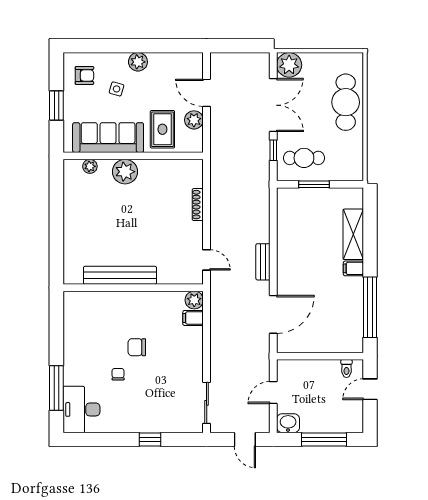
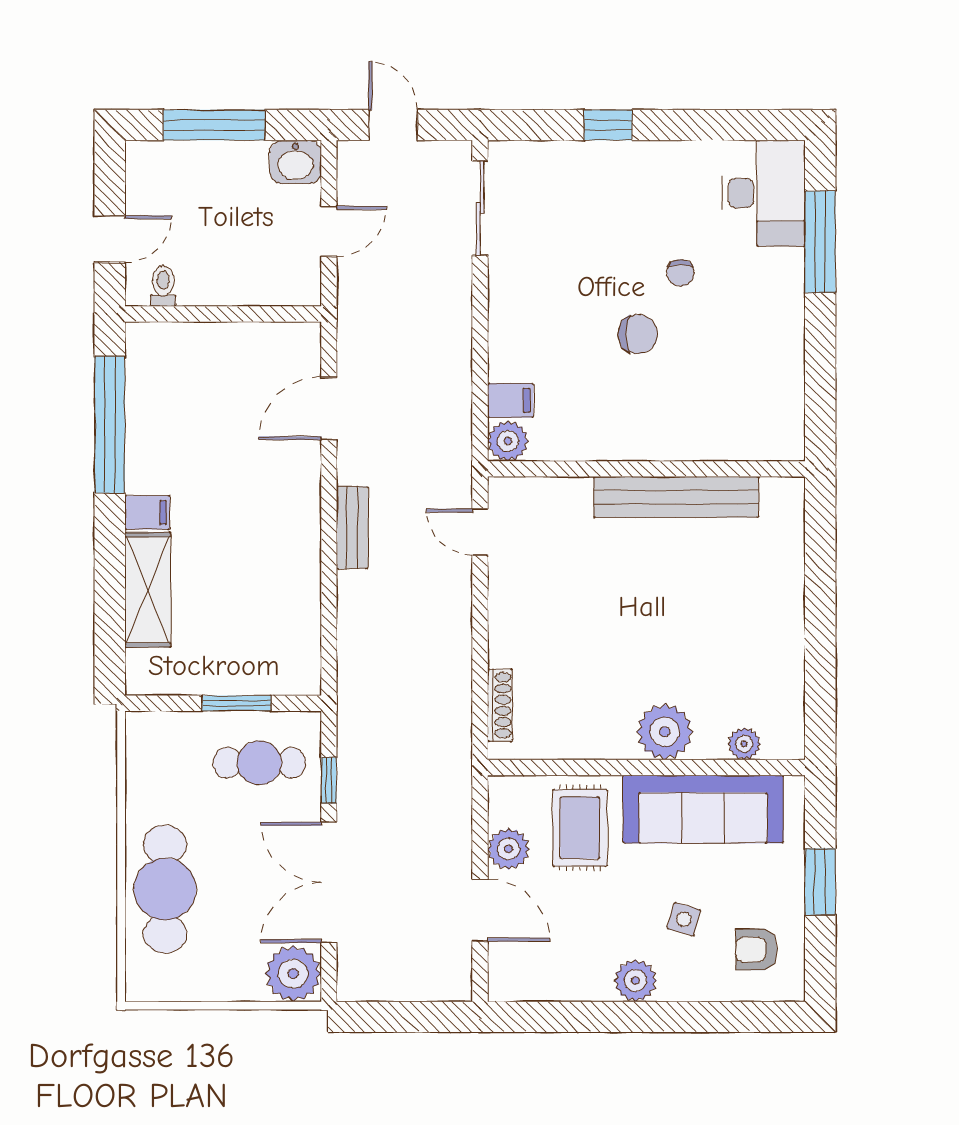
shoe rack: (198, 205) -> (500, 705), moved
door: (273, 314) -> (329, 408), width x0.73

